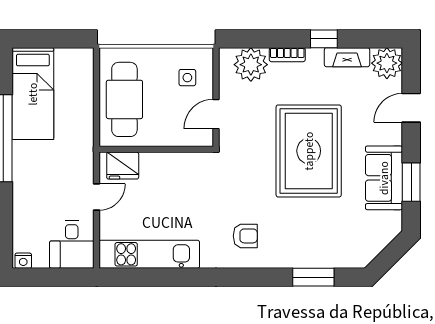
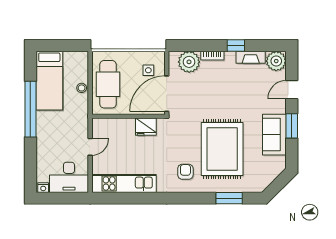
stool: (83, 105) -> (82, 88), added
door: (216, 114) -> (167, 94), width x1.88
rug: (309, 151) -> (222, 149), moved
fridge: (123, 166) -> (146, 127), moved
window: (411, 182) -> (292, 126), moved
armchair: (245, 236) -> (185, 172), turned -90
desk: (72, 245) -> (69, 177), width x1.37

